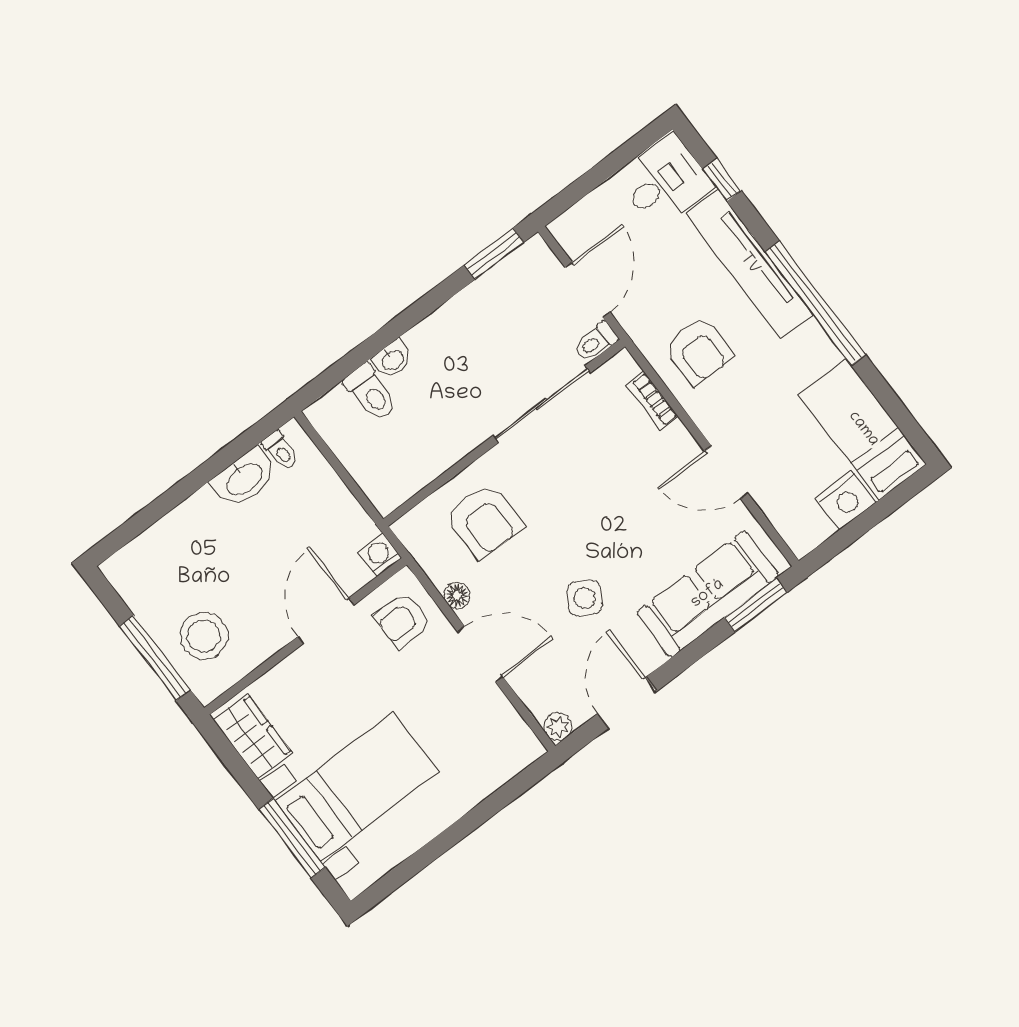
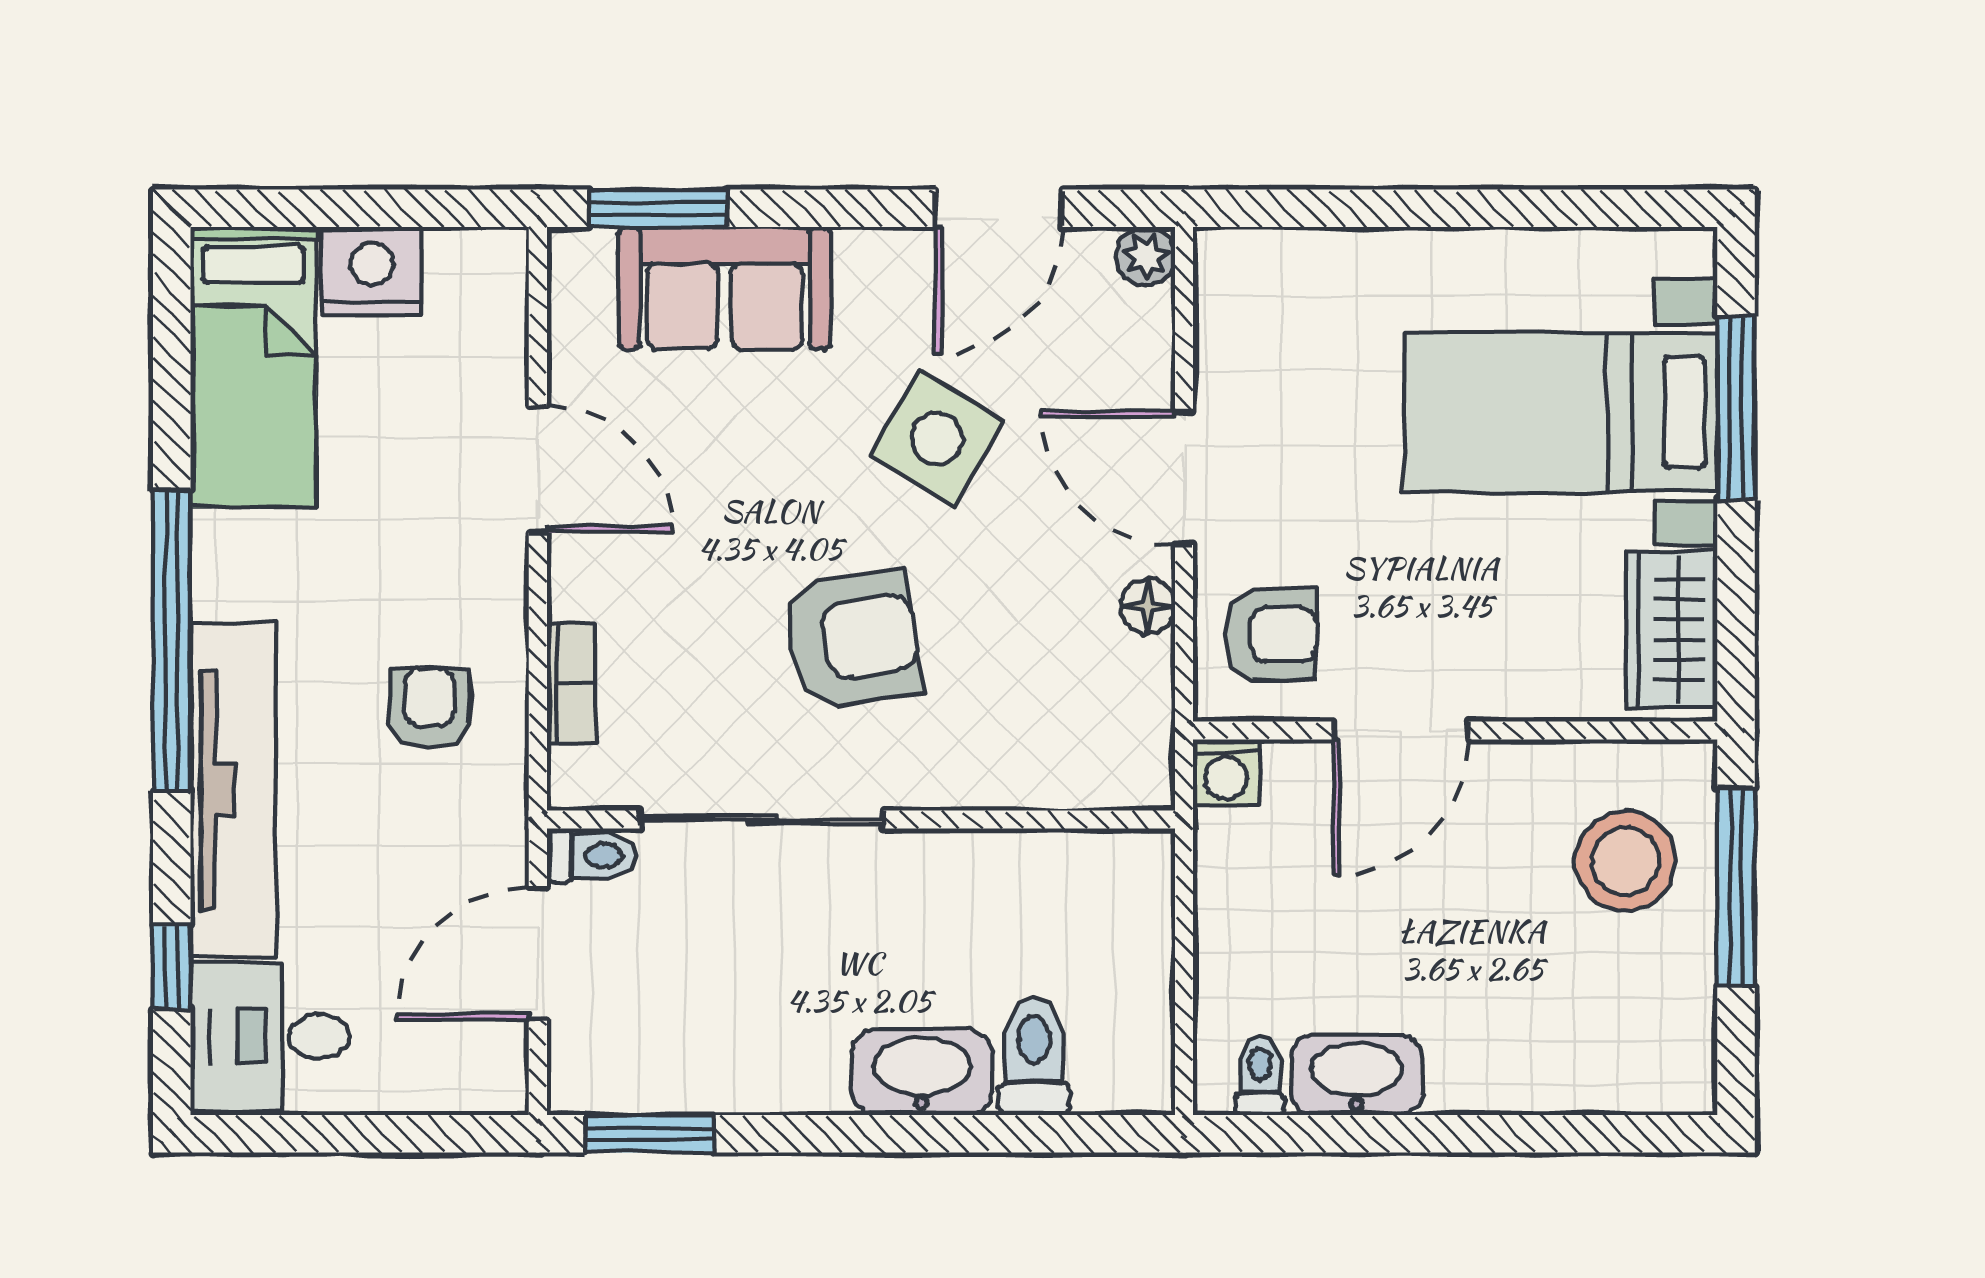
armchair: (699, 351) -> (430, 708), width x0.72, depth x0.72
washbasin: (392, 360) -> (922, 1072), width x1.91, depth x1.45
armchair: (484, 520) -> (852, 639), moved, turned 81
sofa: (708, 594) -> (724, 288), width x0.73
side table: (585, 598) -> (937, 438), width x1.37, depth x1.37

